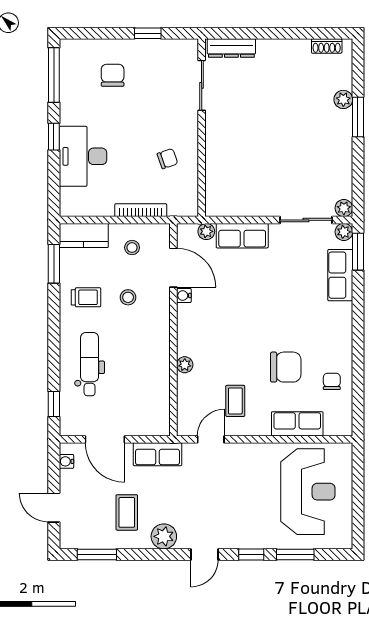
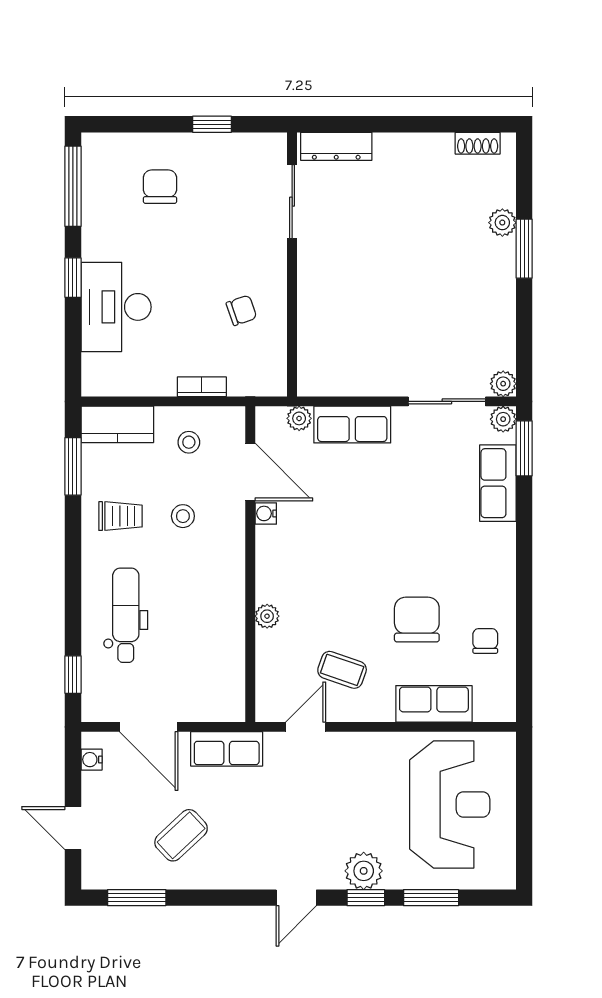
bookcase: (141, 210) -> (202, 387), width x0.64
chair: (286, 367) -> (417, 620), turned -90
coffee table: (235, 401) -> (342, 670), turned -71
coffee table: (127, 512) -> (181, 835), turned 47
plant: (164, 536) -> (364, 871), moved

